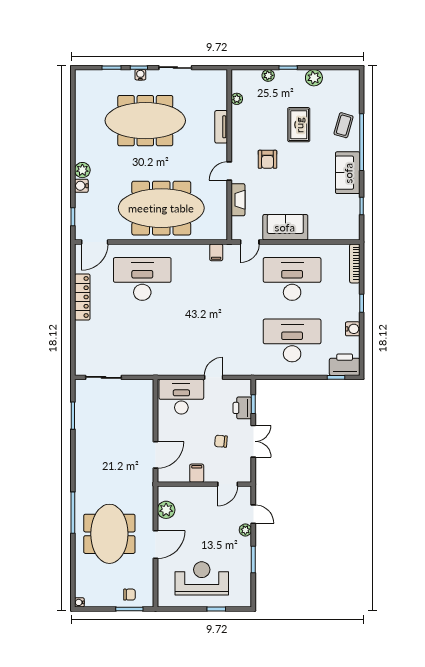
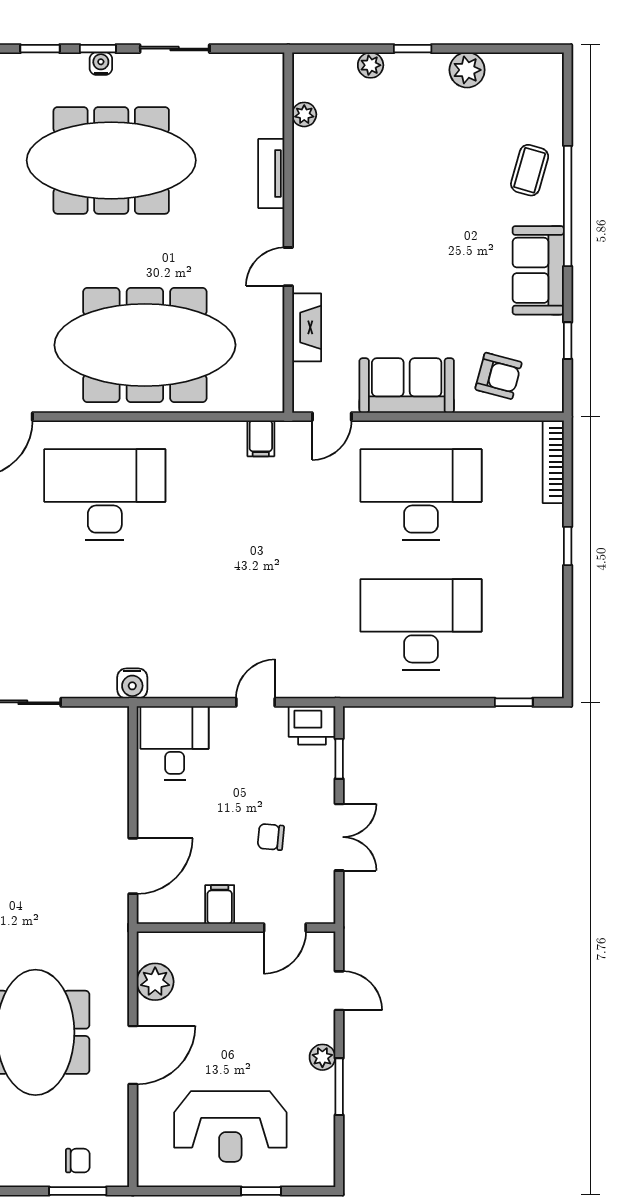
rug: (299, 125) -> (435, 169), removed
armchair: (267, 159) -> (499, 376), moved, turned -75
water cooler: (353, 329) -> (132, 683), moved, turned 90
printer: (345, 365) -> (532, 676), removed
desk: (181, 397) -> (175, 743), width x0.73
printer: (242, 408) -> (312, 725), moved, turned -90
plant: (245, 530) -> (322, 1057), moved
reception desk: (202, 578) -> (230, 1126), turned 180

